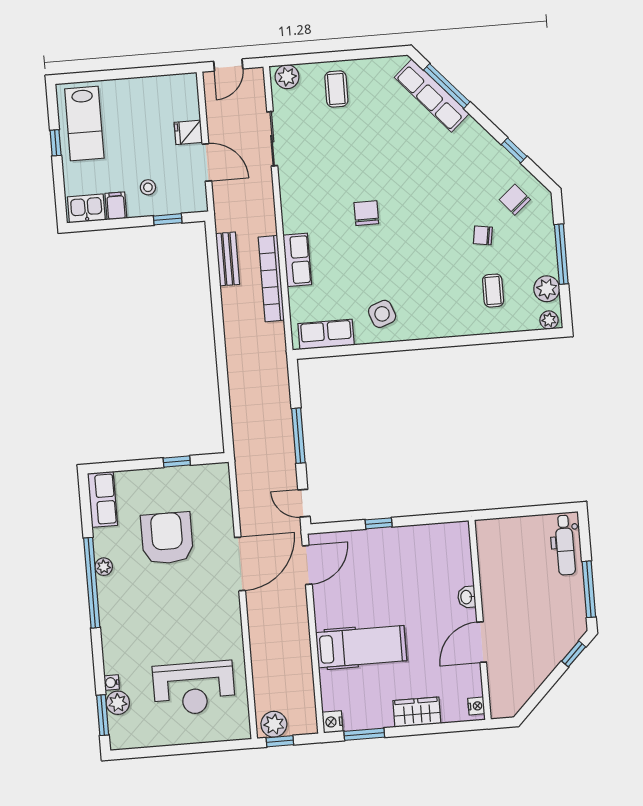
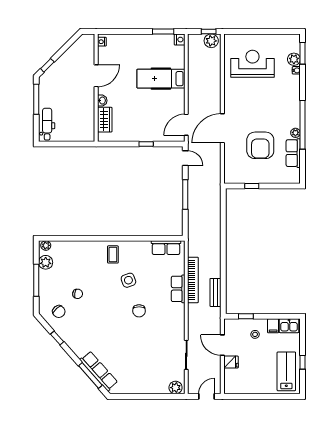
coffee table: (336, 89) -> (150, 379), removed
coffee table: (493, 291) -> (113, 254), moved
side table: (382, 314) -> (128, 280), moved
row of seats: (102, 499) -> (293, 153), moved
wardrobe: (417, 712) -> (105, 120), moved, turned -90

